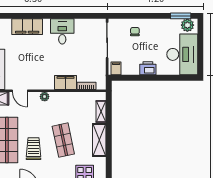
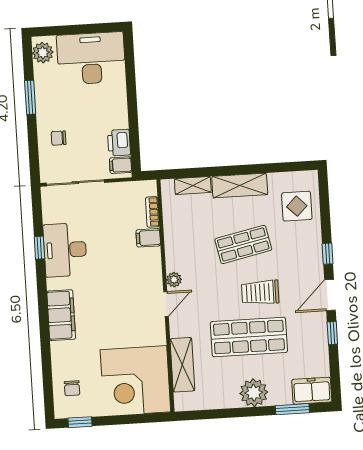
window: (69, 16) -> (39, 248), added
window: (181, 16) -> (30, 97), moved
desk: (62, 31) -> (65, 250), width x1.37
printer: (148, 68) -> (119, 143), moved
filing cabinet: (65, 82) -> (148, 238), width x0.50
door: (20, 91) -> (166, 304), moved

